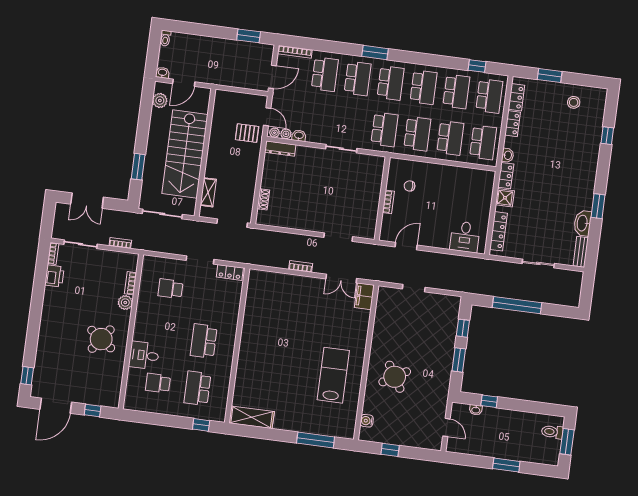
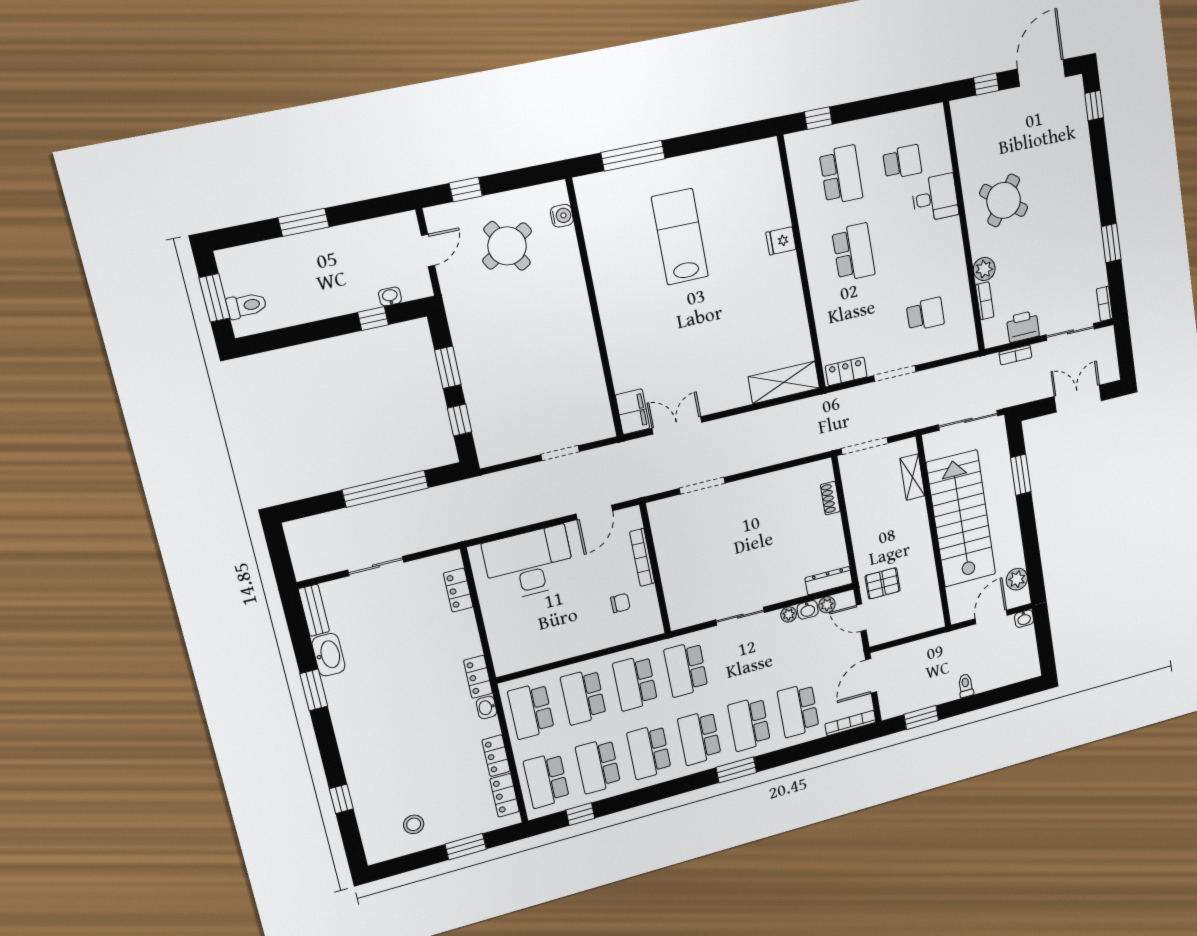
toilet: (165, 38) -> (966, 686), moved
plant: (274, 133) -> (789, 614), moved
shower: (505, 198) -> (467, 644), removed
bookcase: (388, 202) -> (642, 557), width x1.56
locker: (499, 231) -> (458, 590), width x0.66
desk: (465, 237) -> (529, 563), width x1.87, depth x1.30
bookcase: (301, 267) -> (744, 420), removed
printer: (54, 276) -> (1023, 326), moved, turned 90
window: (39, 289) -> (1111, 243), added
fridge: (245, 363) -> (781, 241), added
lab bench: (333, 375) -> (680, 237), moved, turned 180
round table: (395, 377) -> (507, 246), moved
shelving: (252, 417) -> (784, 382), moved
door: (446, 427) -> (428, 250), swing flipped
window: (390, 450) -> (466, 189), moved

